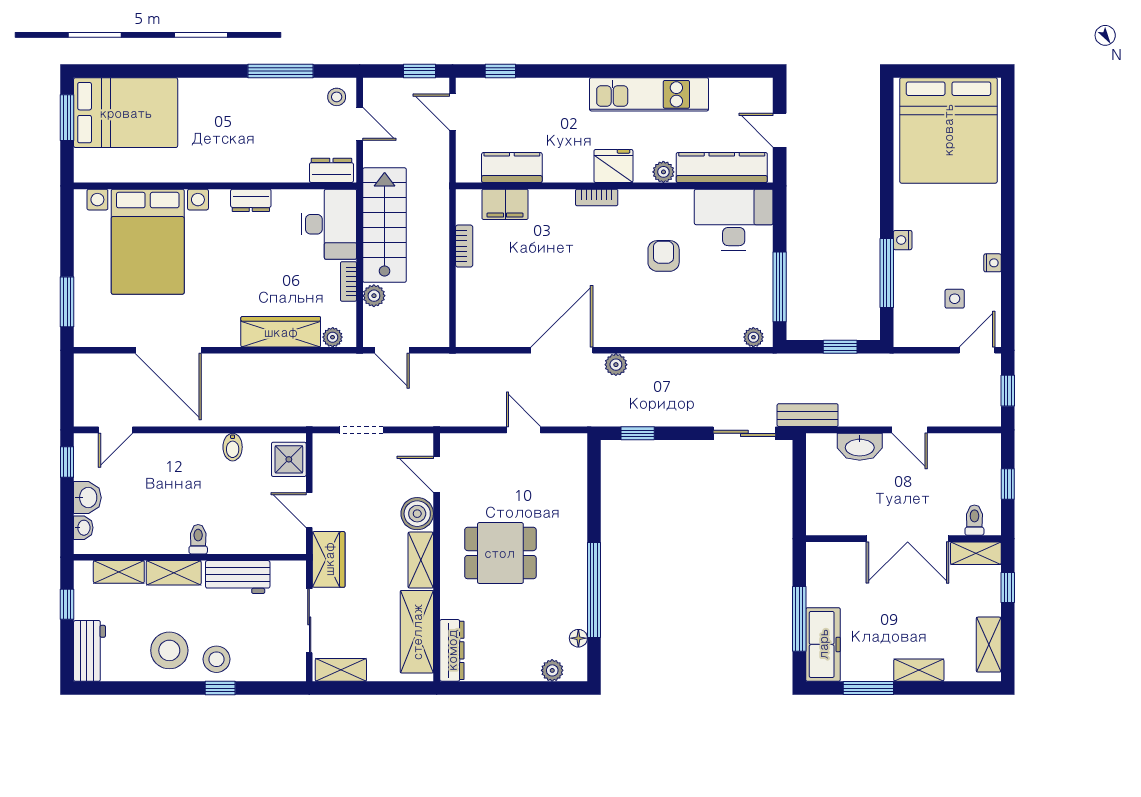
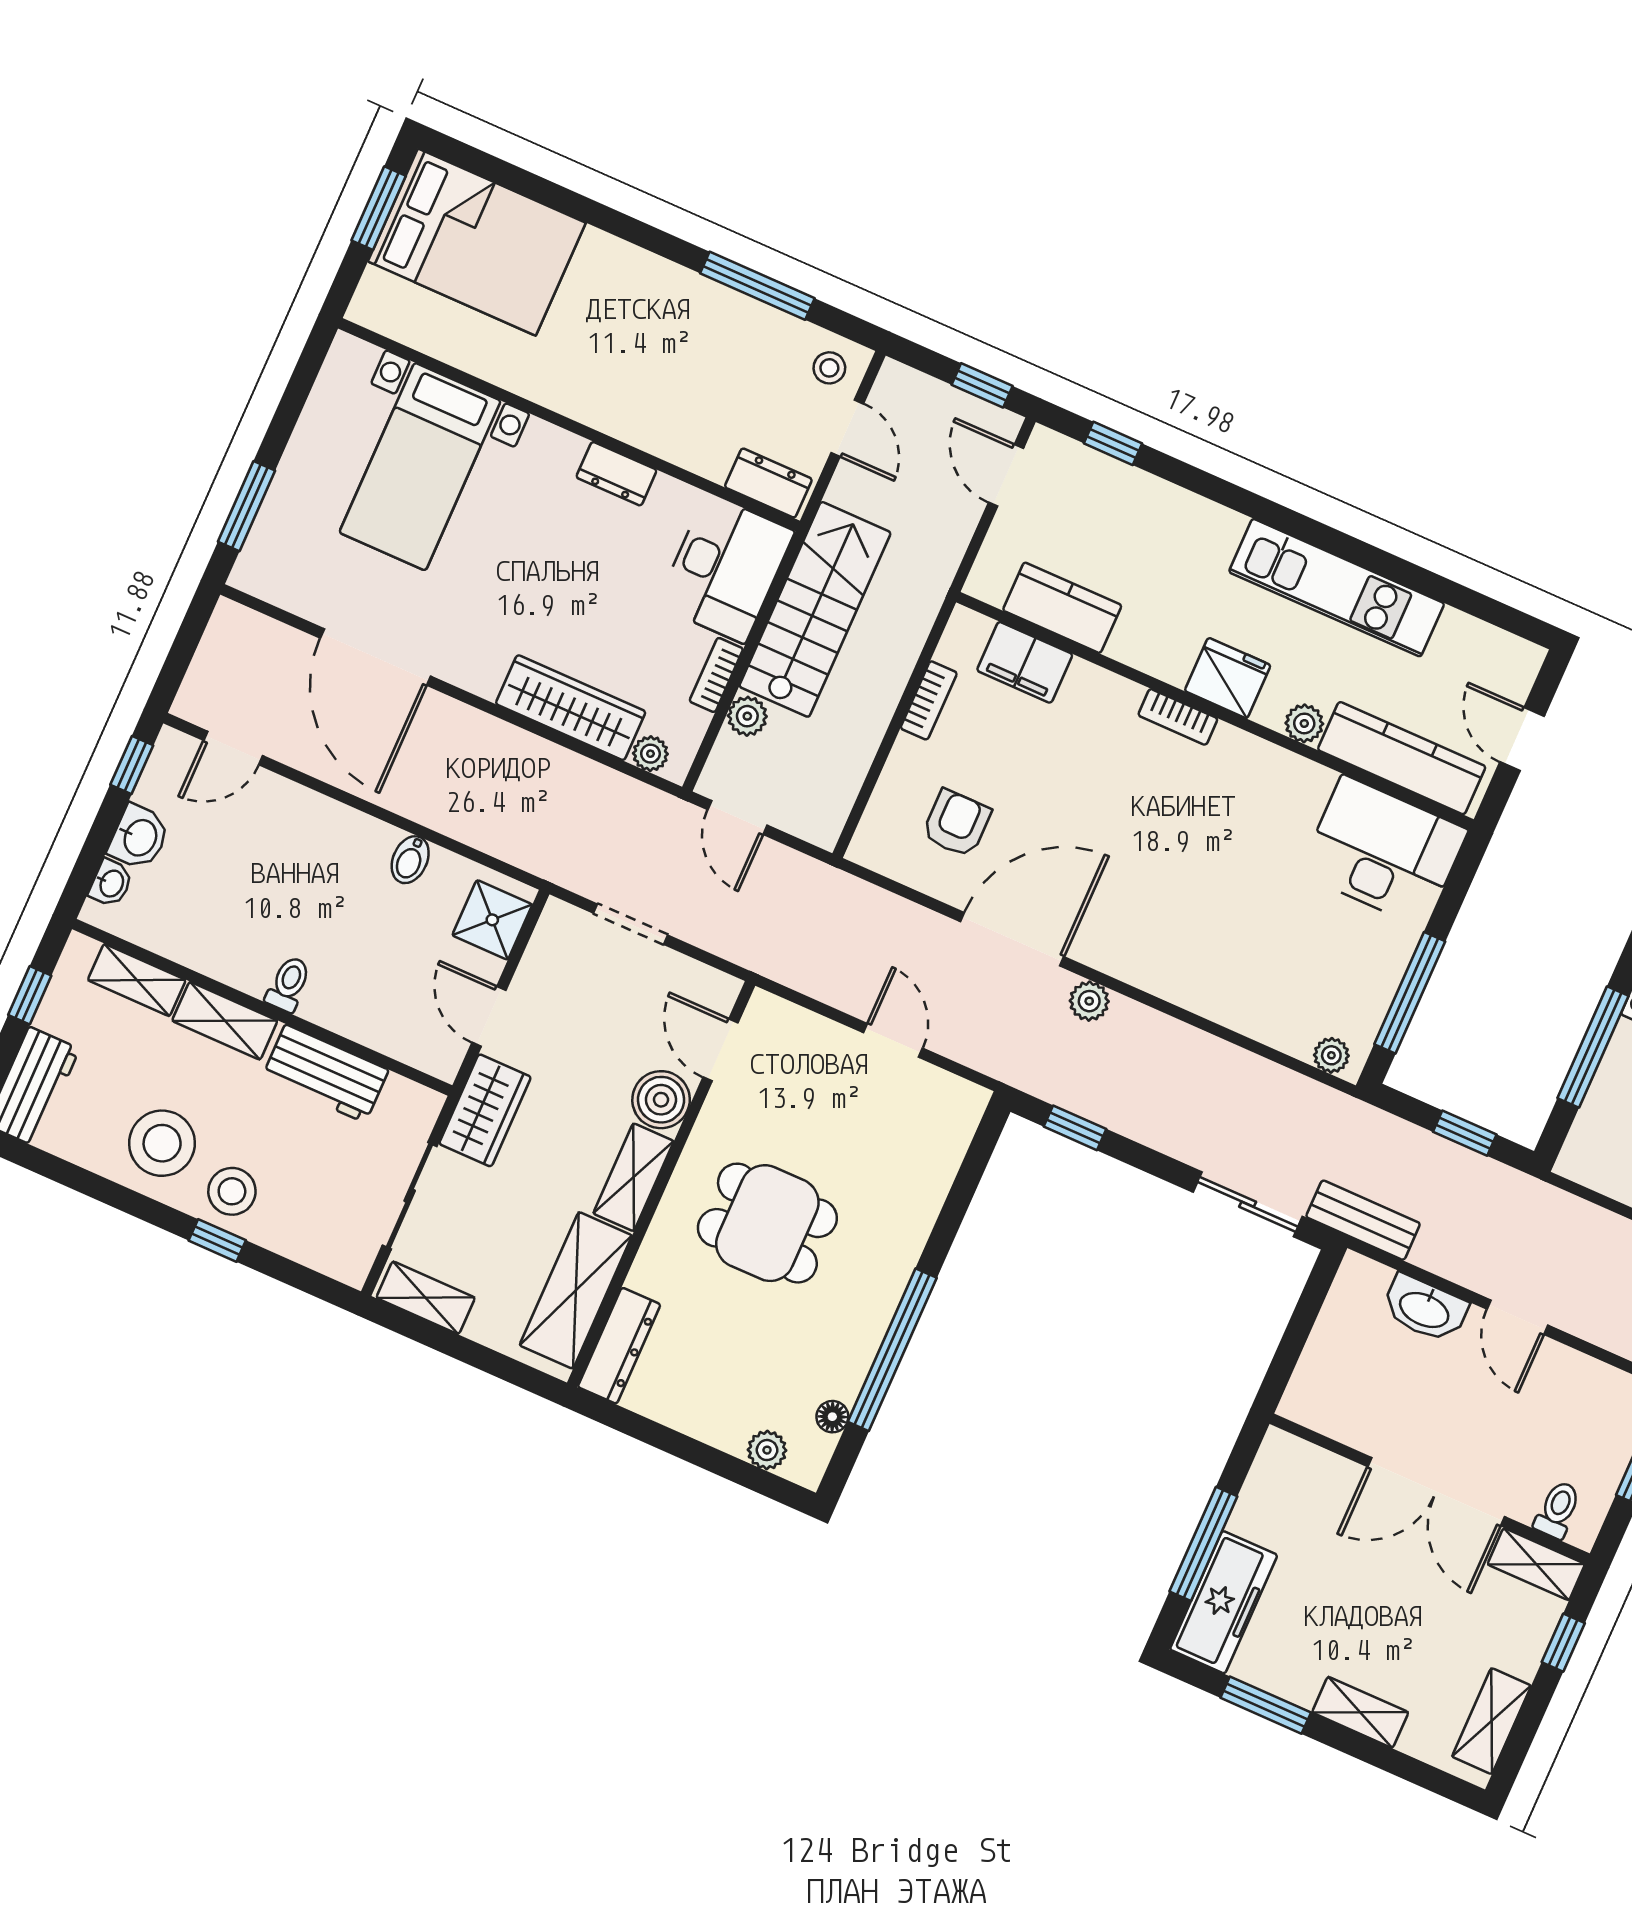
bed with nightstands: (148, 242) -> (420, 467), width x0.73
armchair: (664, 256) -> (957, 823), moved

